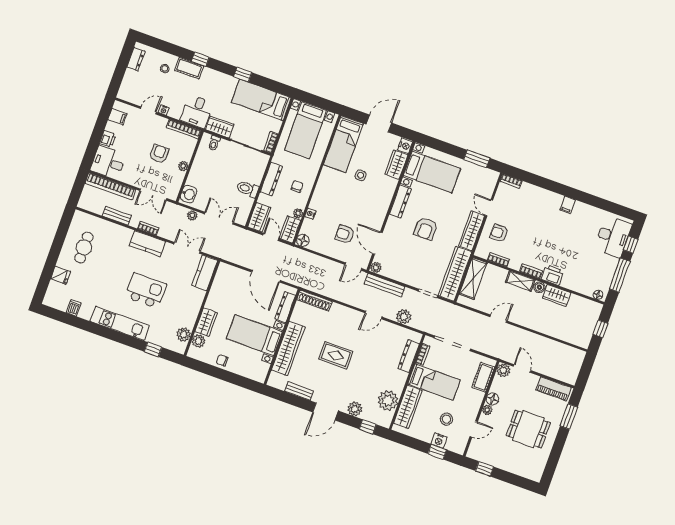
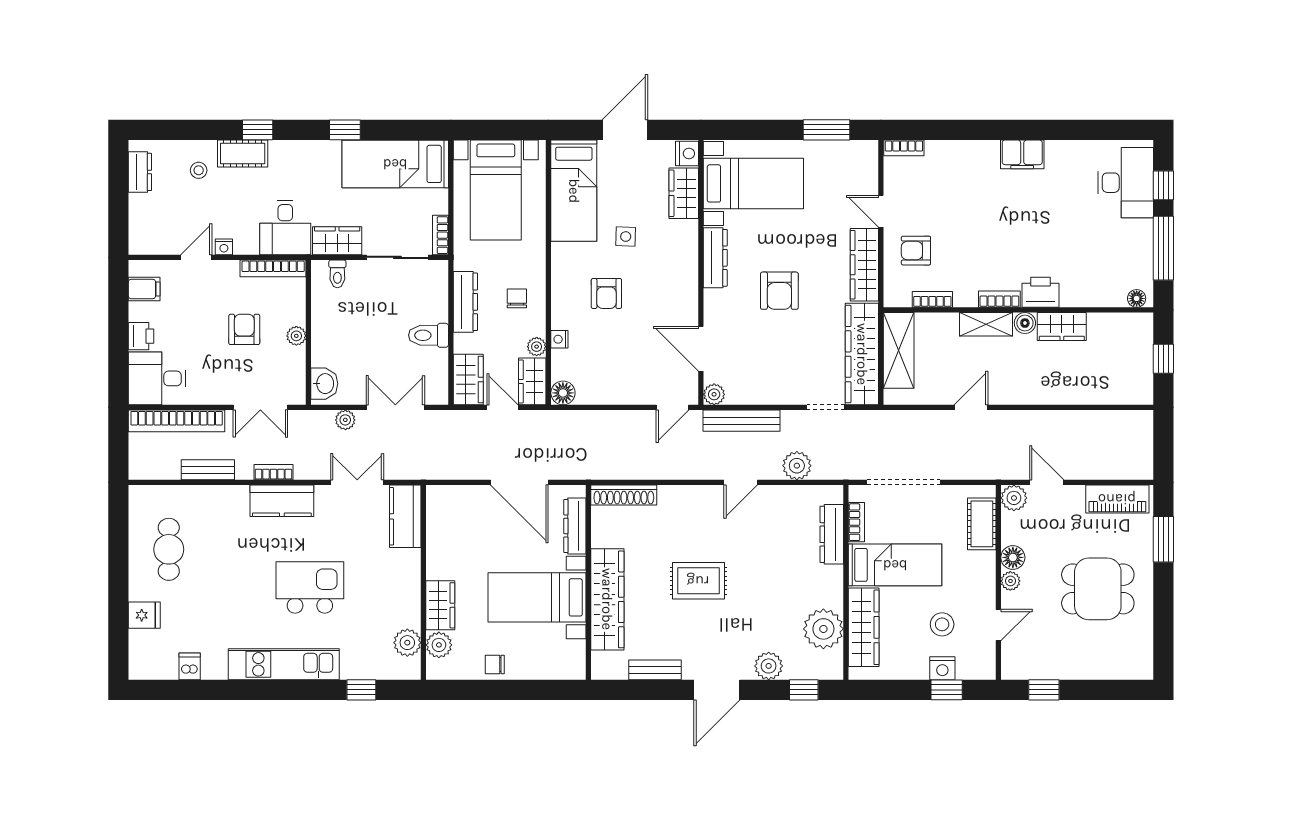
filing cabinet: (568, 205) -> (1022, 154), width x2.00
armchair: (345, 234) -> (606, 293), moved, turned -89

